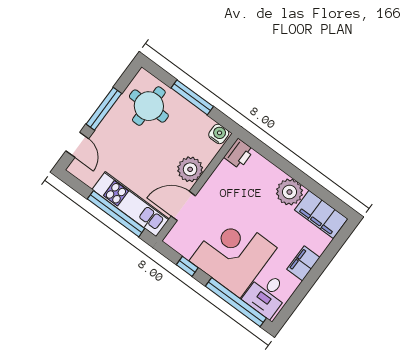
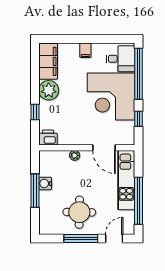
round table: (149, 106) -> (79, 212), moved
water cooler: (219, 134) -> (45, 183), moved
window: (277, 160) -> (35, 112), added
plant: (190, 169) -> (75, 155), width x0.53, depth x0.53
window: (116, 214) -> (138, 201), moved
filing cabinet: (303, 263) -> (85, 50), width x0.50

